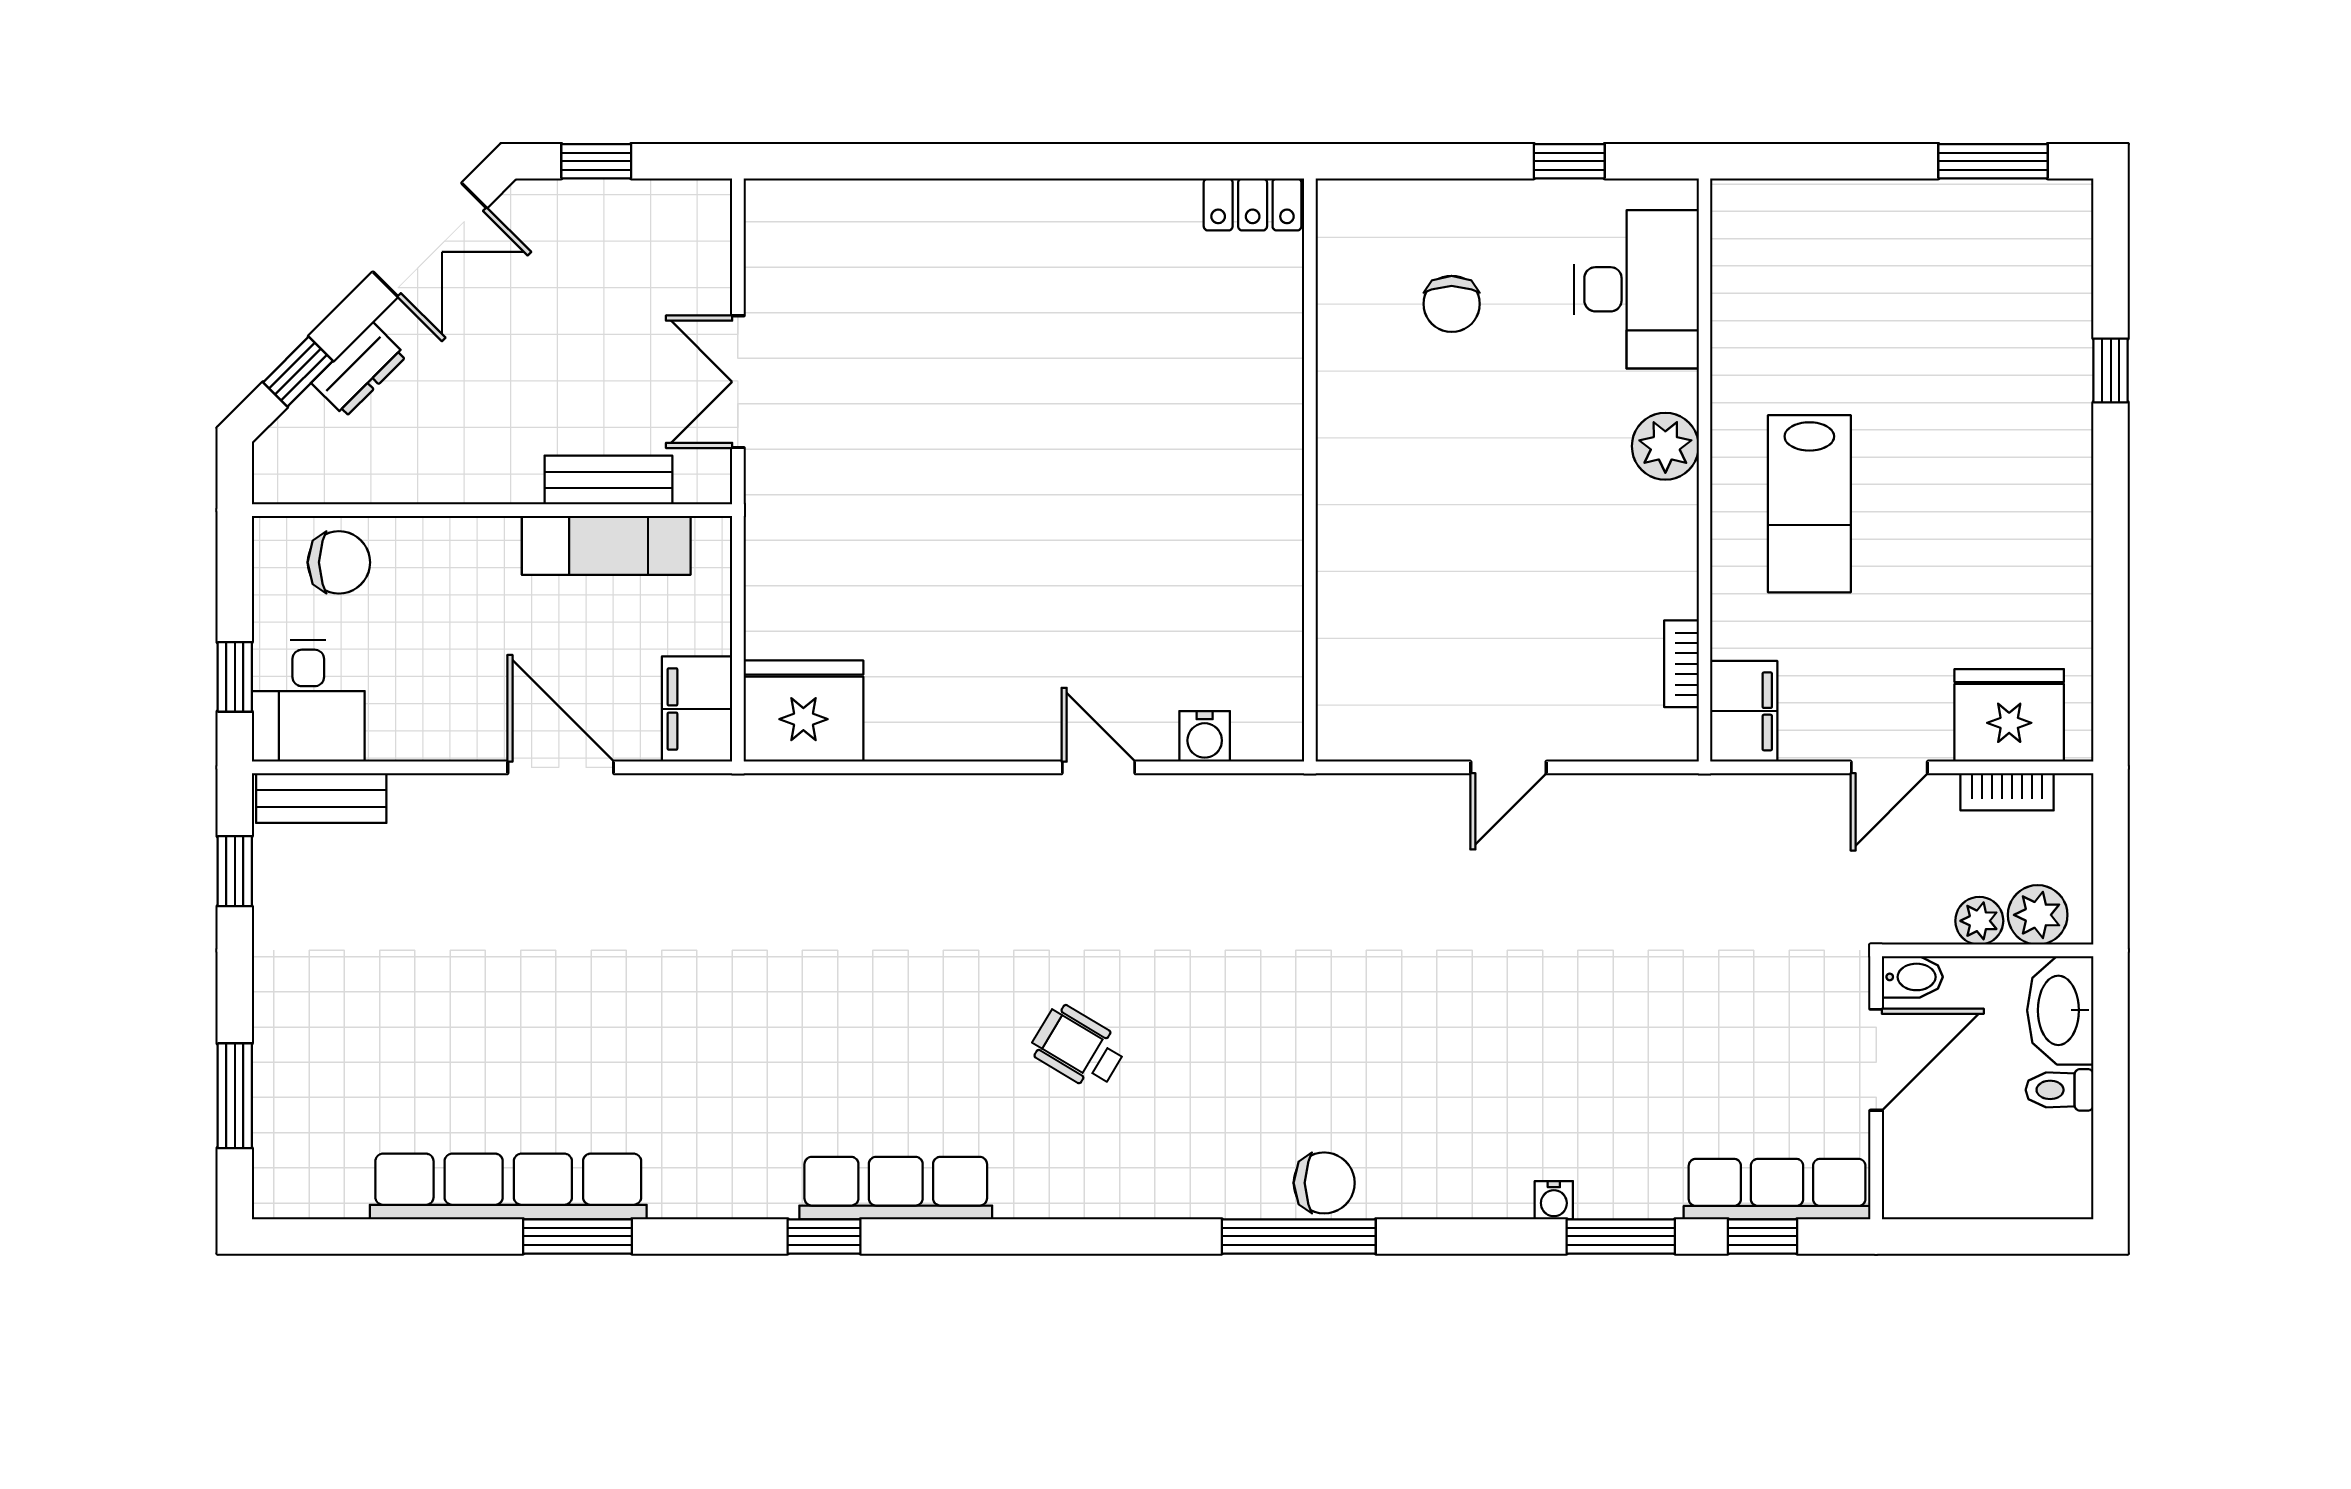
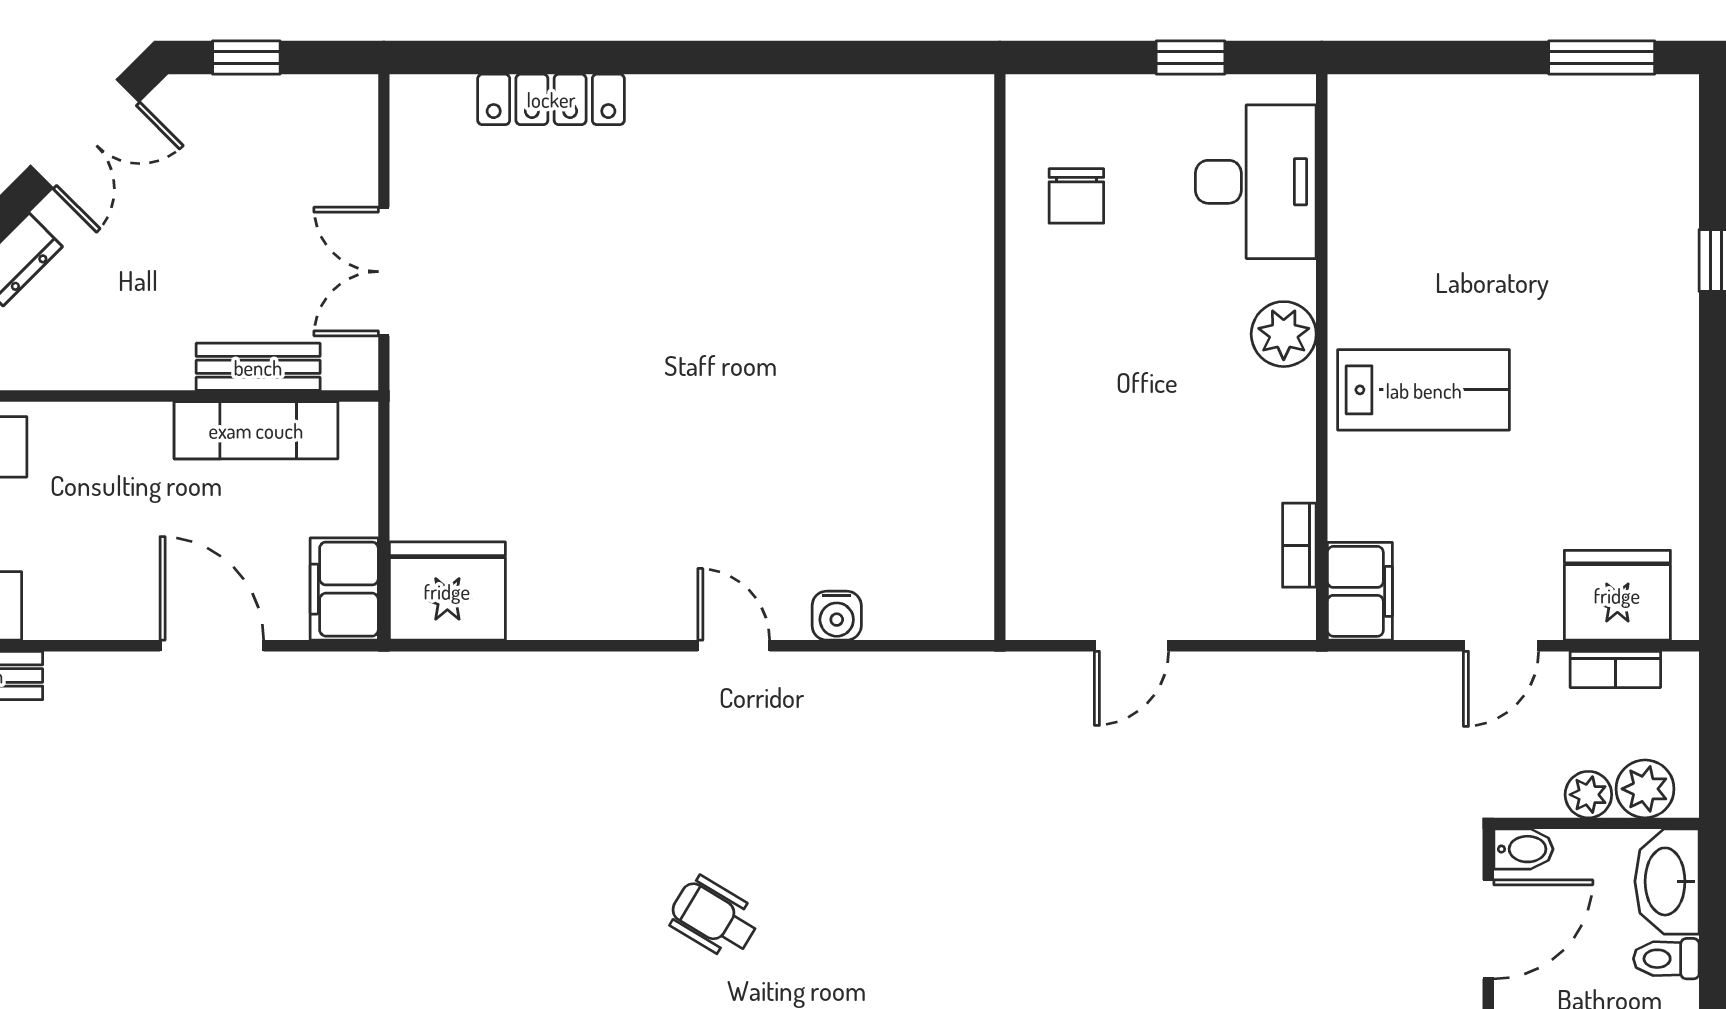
locker: (1253, 204) -> (551, 99), moved, width x1.53
wall: (1310, 470) -> (1000, 357), moved
lab bench: (1809, 504) -> (1424, 390), turned -90

